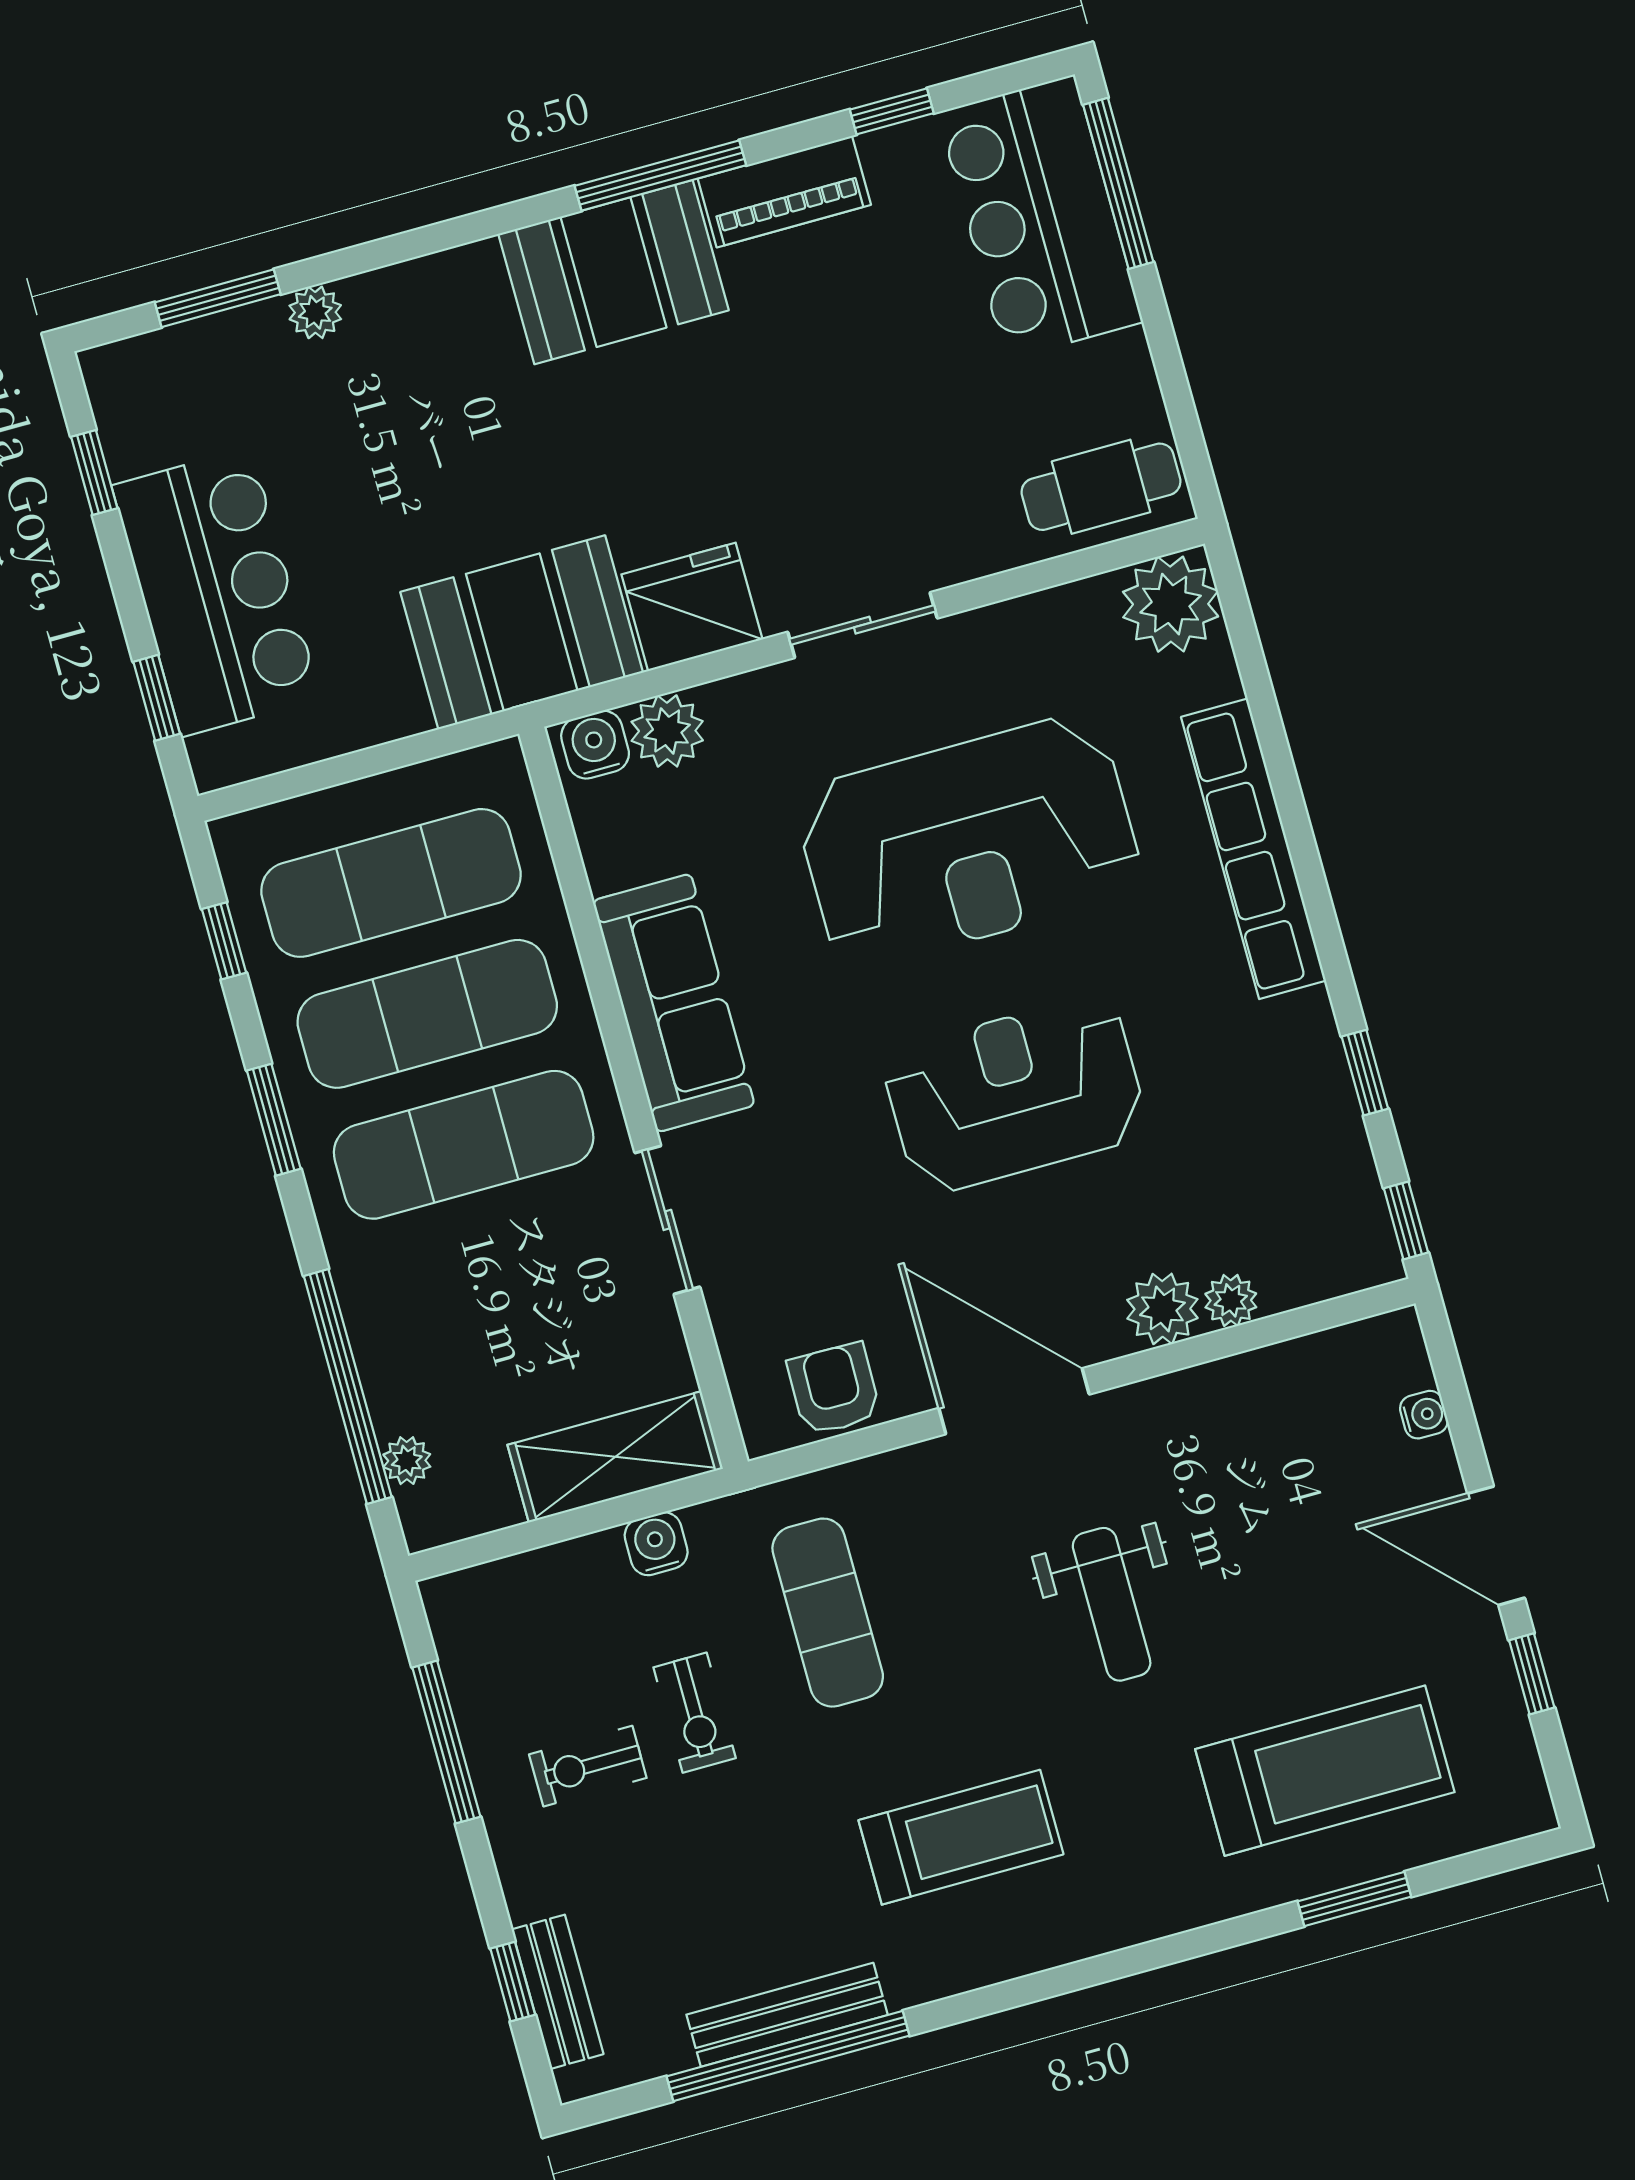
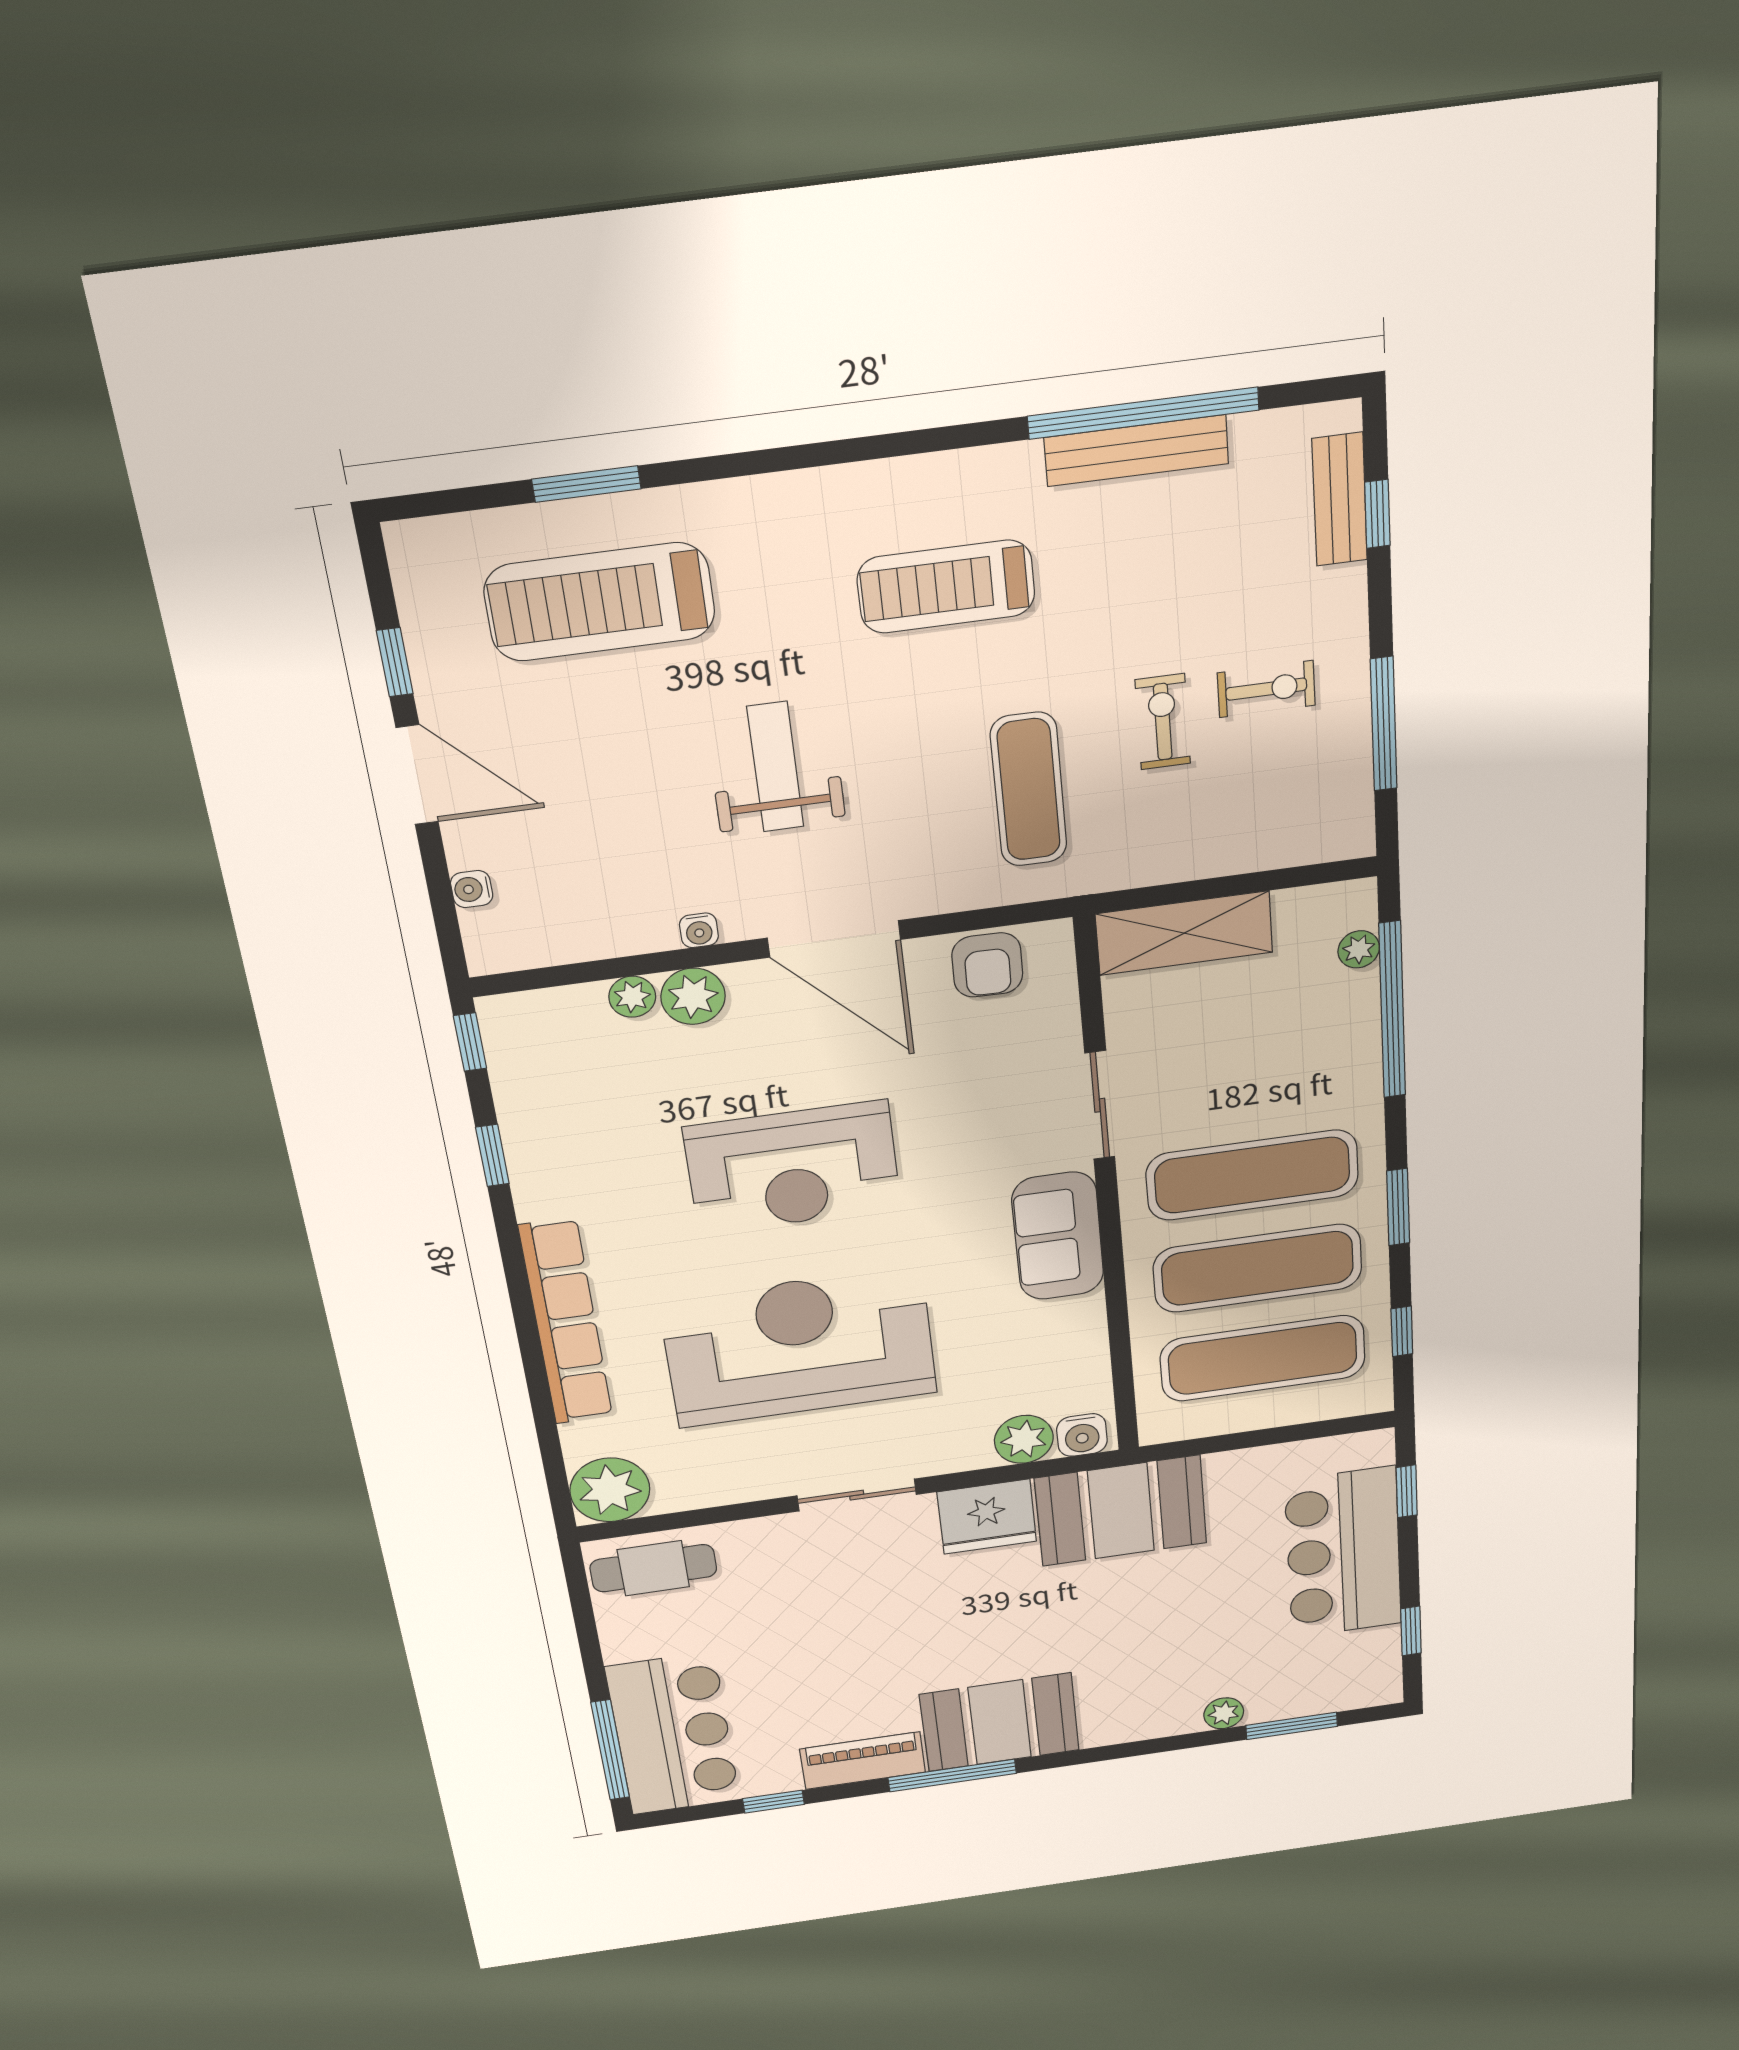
sofa: (674, 1003) -> (1058, 1236), width x0.73
water cooler: (656, 1544) -> (699, 930), moved, width x0.72, depth x0.72

